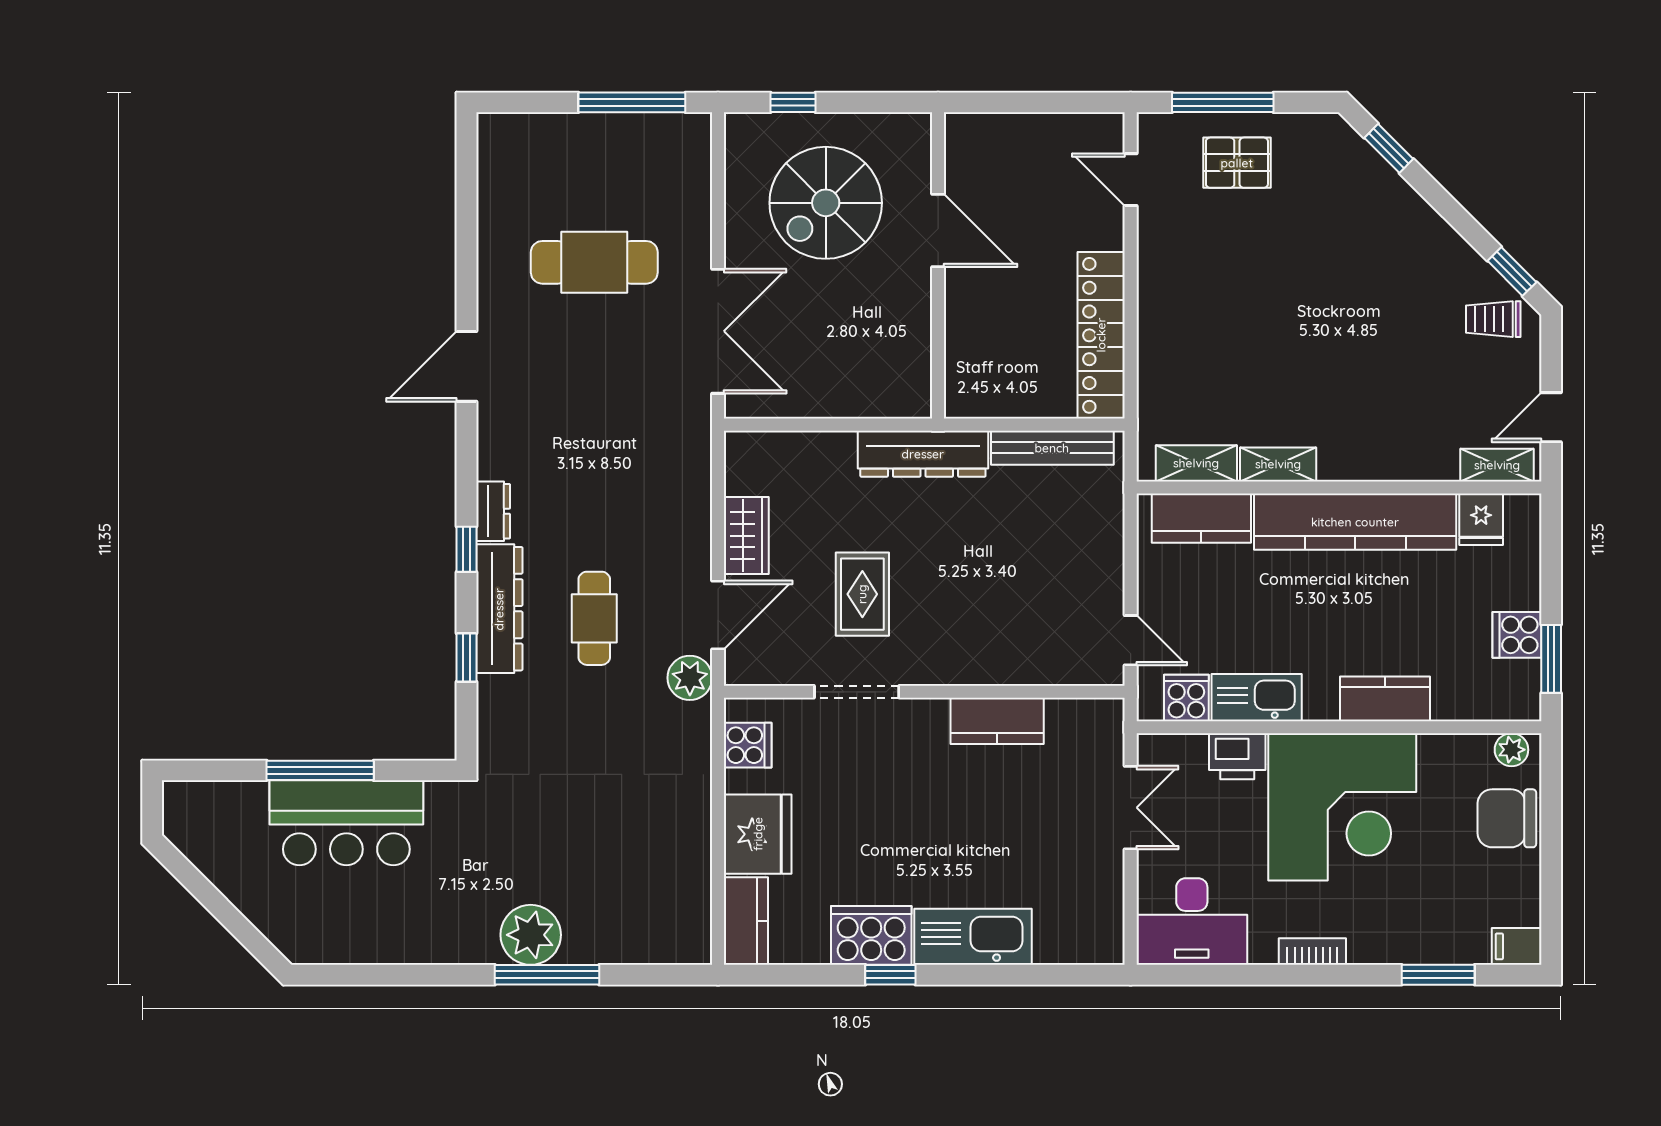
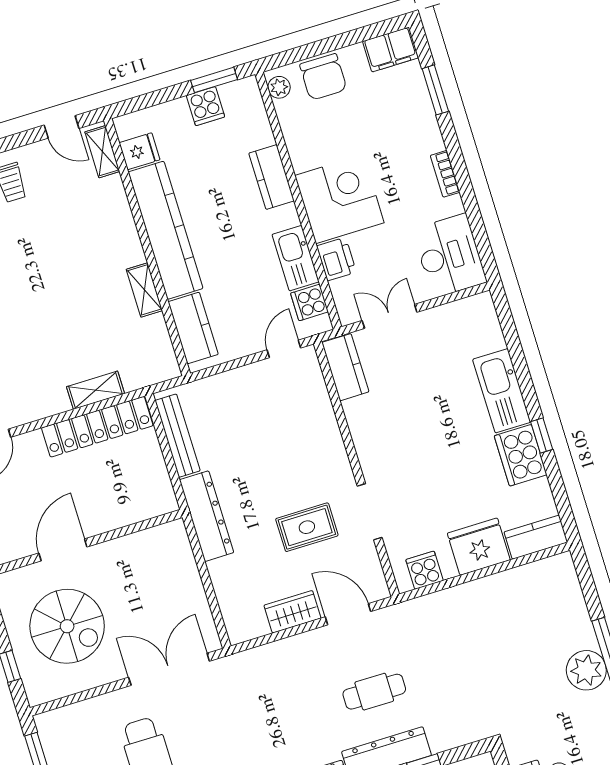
shelving: (1196, 463) -> (96, 390), moved, turned 90
plant: (690, 678) -> (393, 620), removed
kitchen counter: (997, 721) -> (345, 367), moved
corner desk: (1342, 807) -> (339, 199), width x0.74, depth x0.74
filing cabinet: (1517, 946) -> (391, 49), width x2.00

